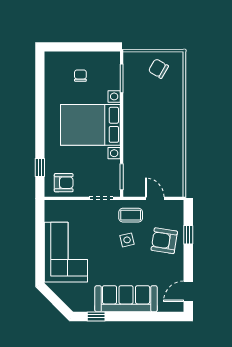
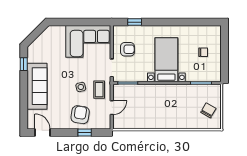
bed with nightstands: (90, 125) -> (166, 60), width x0.73
armchair: (64, 183) -> (127, 49), moved, turned -90
corner sofa: (66, 252) -> (88, 41), moved

